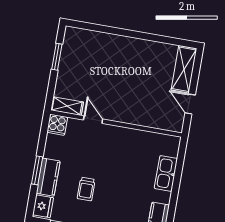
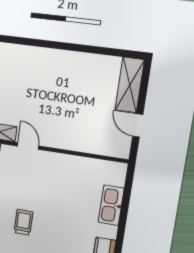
trolley: (86, 189) -> (23, 222), turned 180

